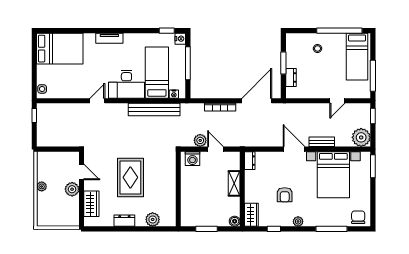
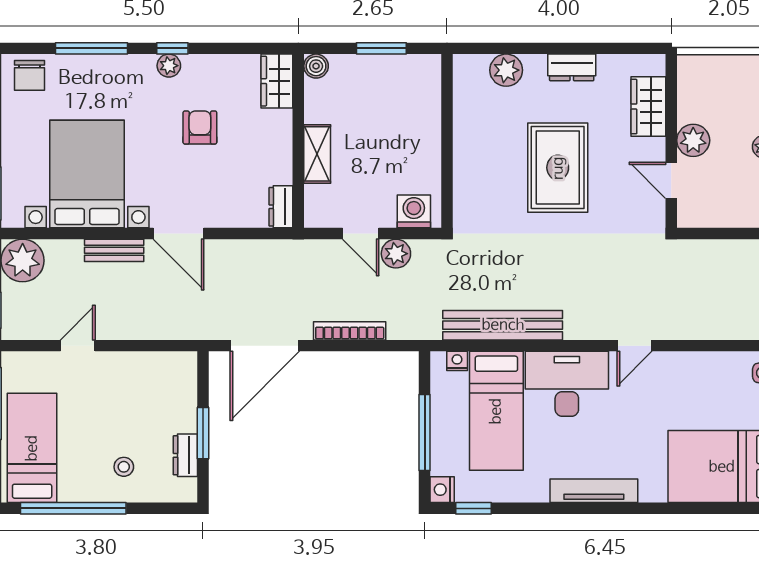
tv unit: (109, 38) -> (594, 491), width x1.41
dresser: (291, 77) -> (185, 455), moved
window: (274, 229) -> (172, 48), moved

